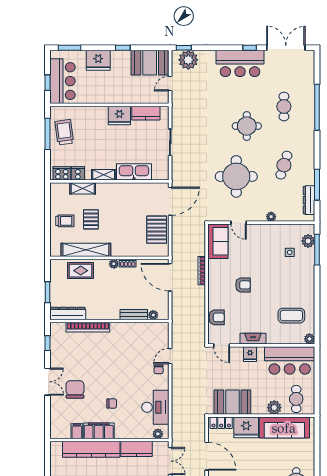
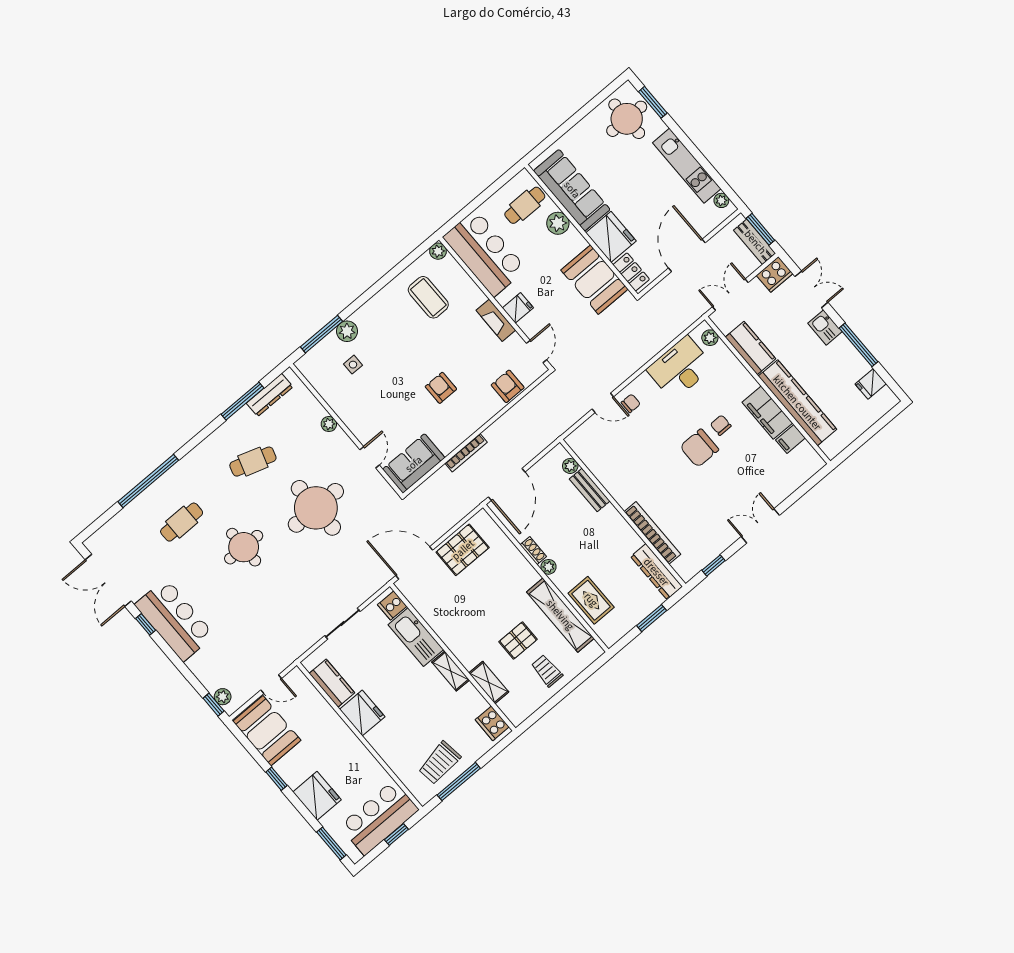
plant: (188, 60) -> (223, 697), width x0.53, depth x0.53
cooker: (78, 173) -> (392, 605), moved
plant: (308, 241) -> (347, 331), moved
chair: (75, 389) -> (699, 448), moved

